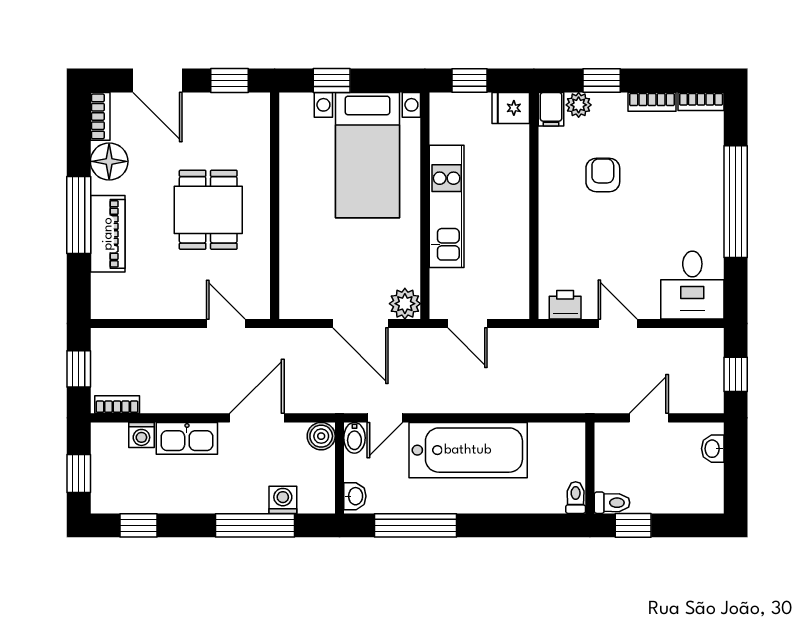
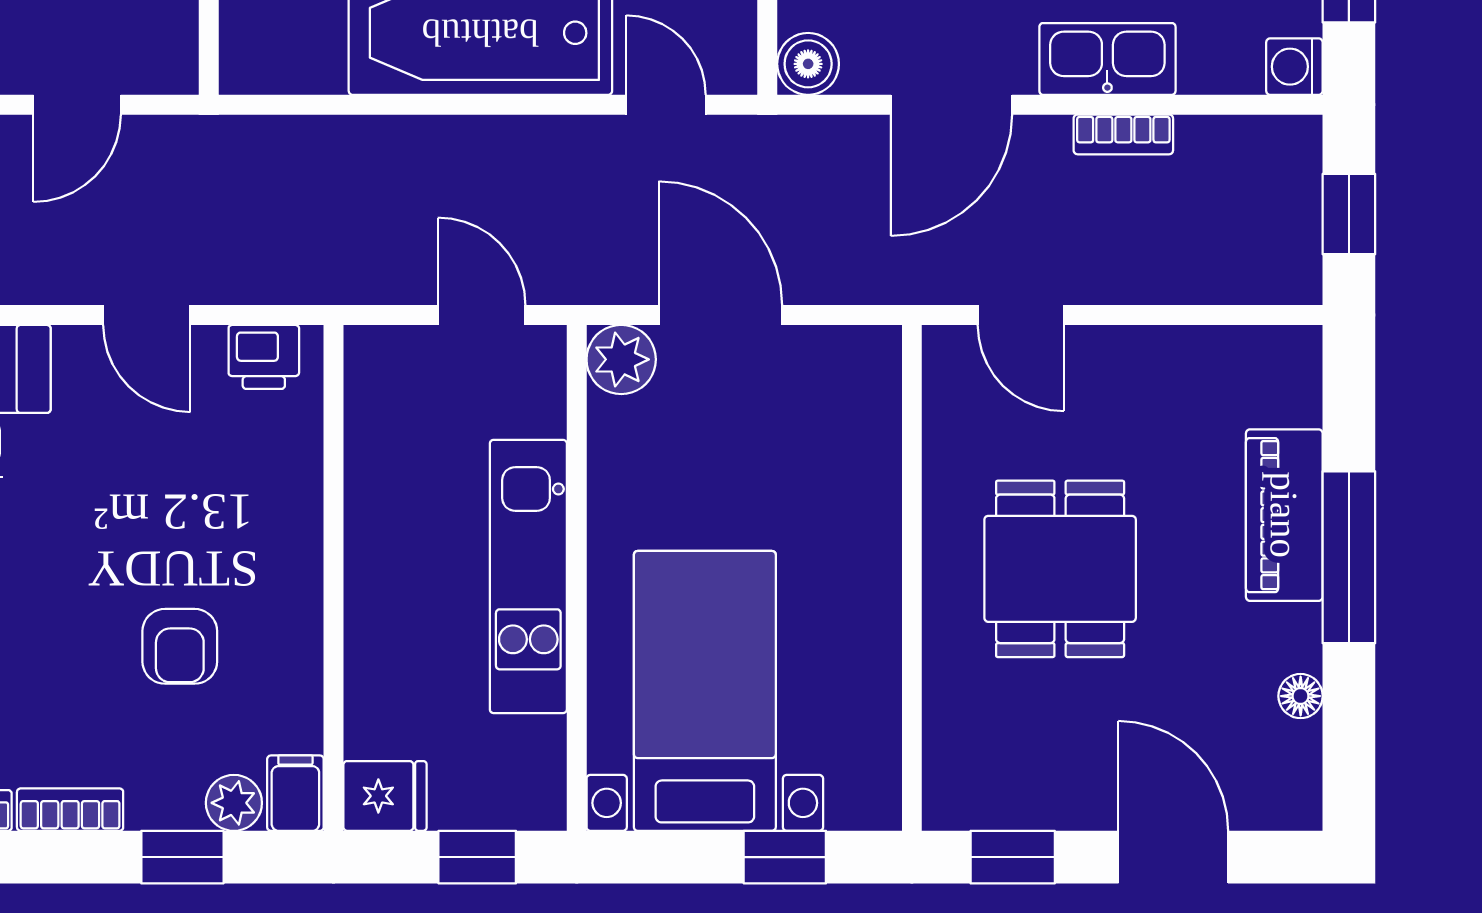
bookcase: (100, 116) -> (1301, 777), removed
floor lamp: (109, 161) -> (1301, 696), width x0.53, depth x0.53
bookcase: (117, 405) -> (1123, 134), moved
door: (385, 418) -> (666, 105), hinge flipped
washing machine: (141, 435) -> (1294, 67), moved, turned -90
bidet: (354, 438) -> (734, 60), removed

